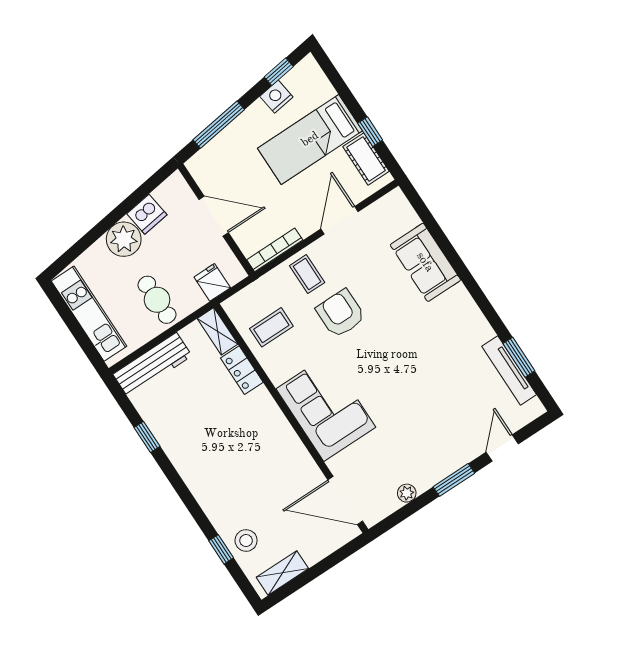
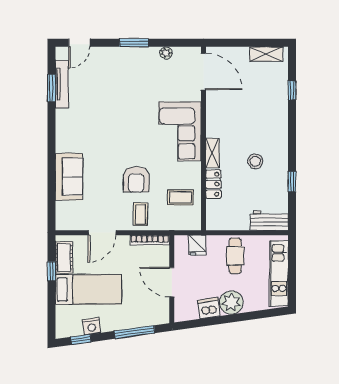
shelving: (218, 331) -> (212, 153), moved
workbench: (152, 365) -> (269, 221), width x0.73
door: (502, 448) -> (79, 43), moved
stool: (246, 540) -> (255, 161), moved

